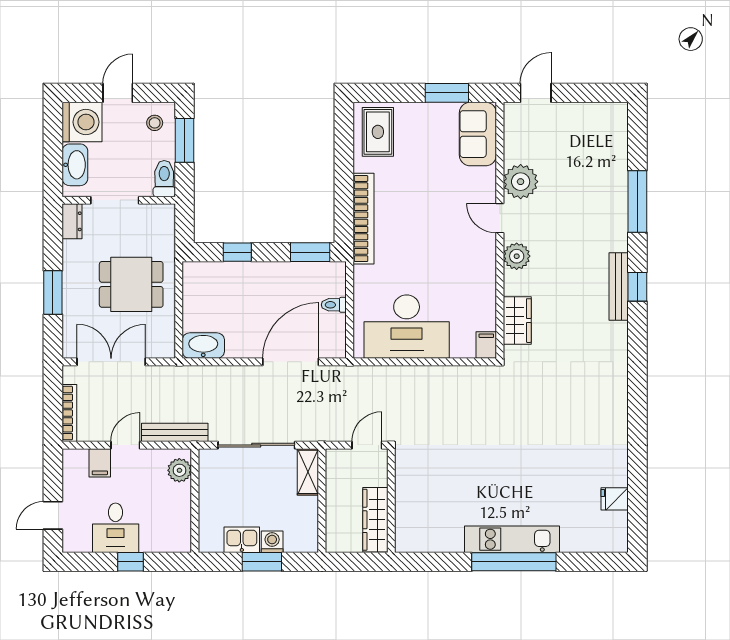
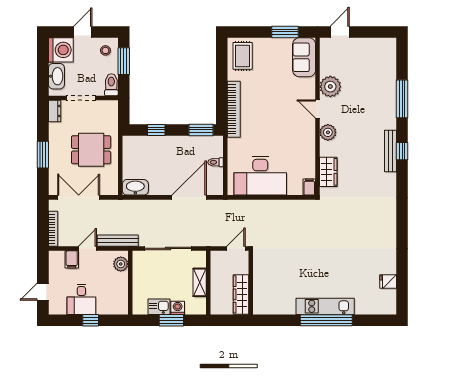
shelving: (308, 472) -> (200, 282), moved

